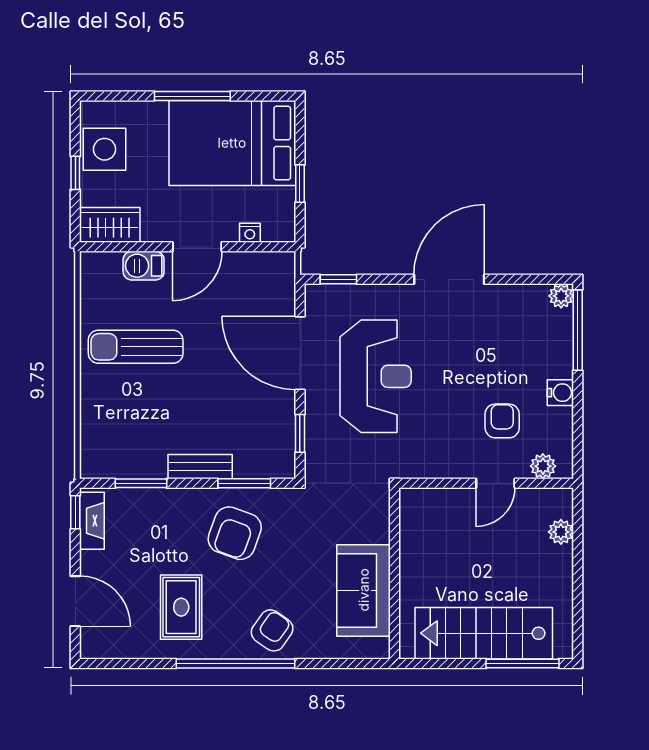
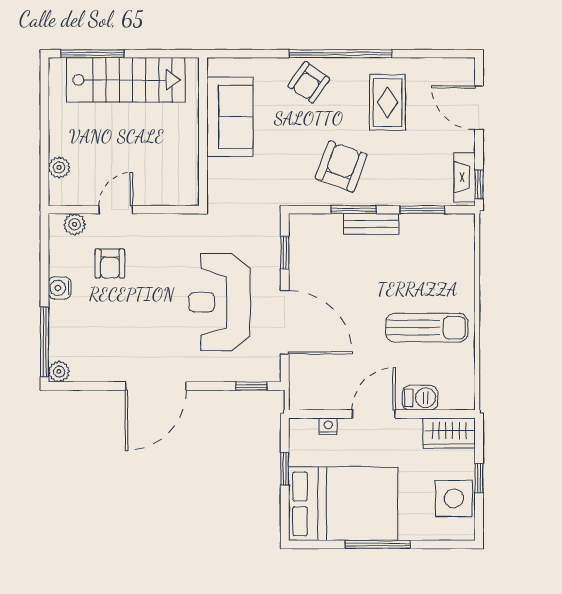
window: (244, 483) -> (354, 210), moved

